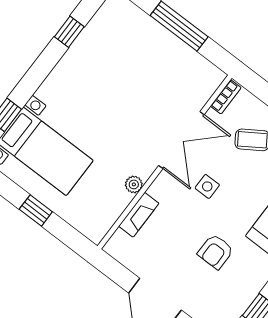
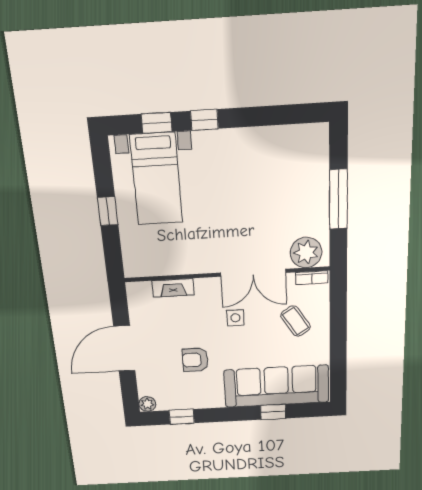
window: (69, 32) -> (204, 120), moved
plant: (134, 184) -> (306, 252), moved, width x1.87, depth x1.87

